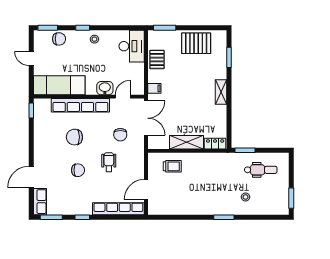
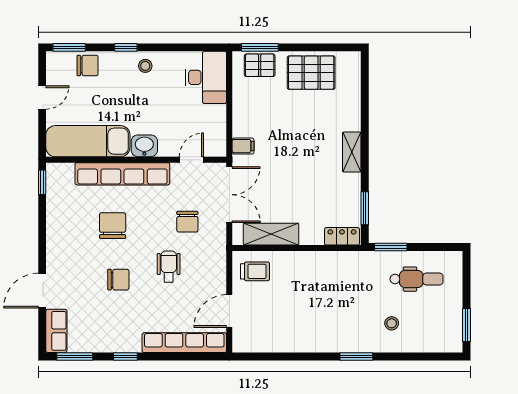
window: (229, 57) -> (365, 208), moved
door: (31, 59) -> (42, 97), swing flipped
pallet: (157, 59) -> (260, 65), moved, turned 90
washbasin: (105, 88) -> (144, 146), moved
chair: (74, 137) -> (113, 226), turned 90
shelving: (186, 142) -> (271, 234), moved
trolley: (172, 166) -> (255, 271), moved

